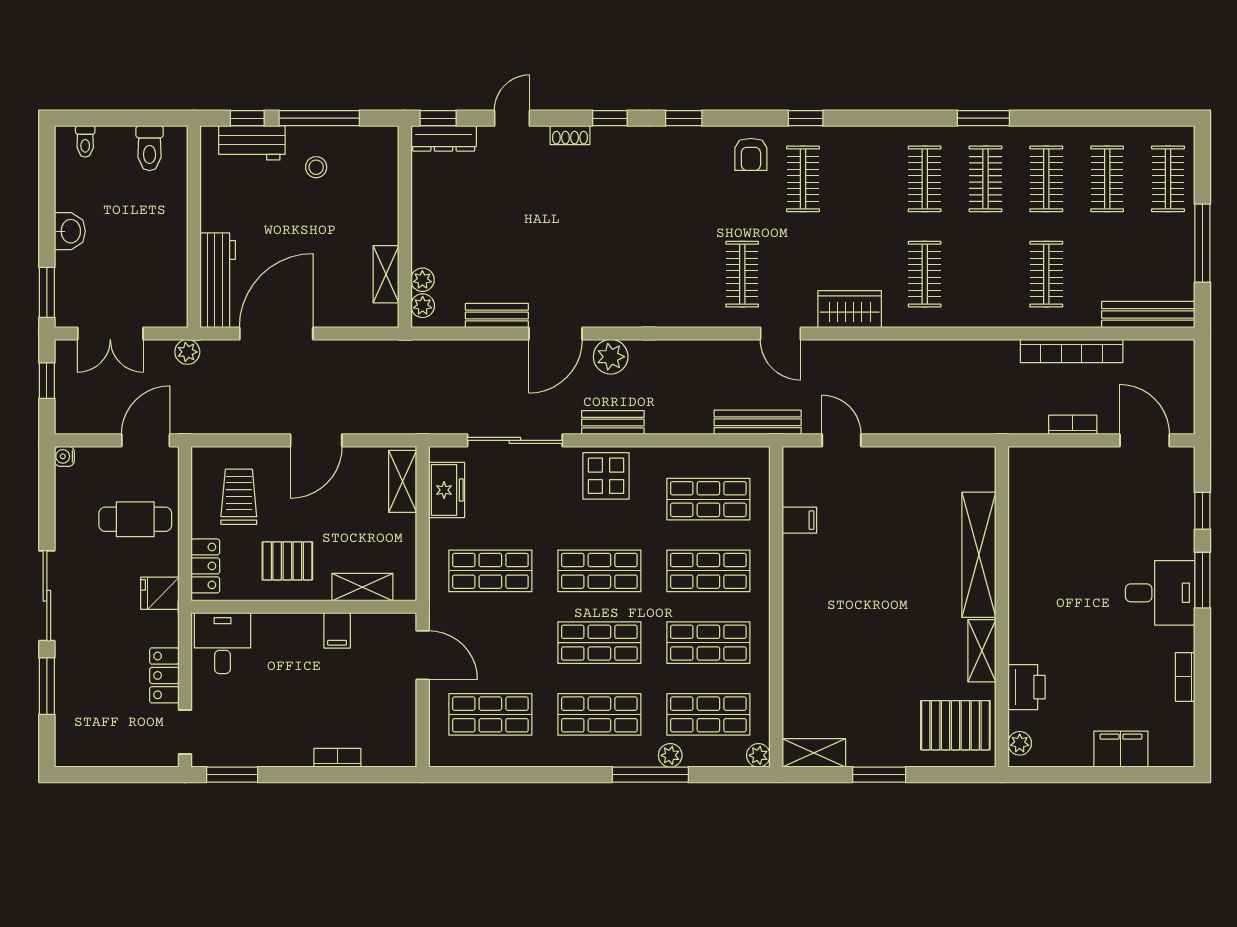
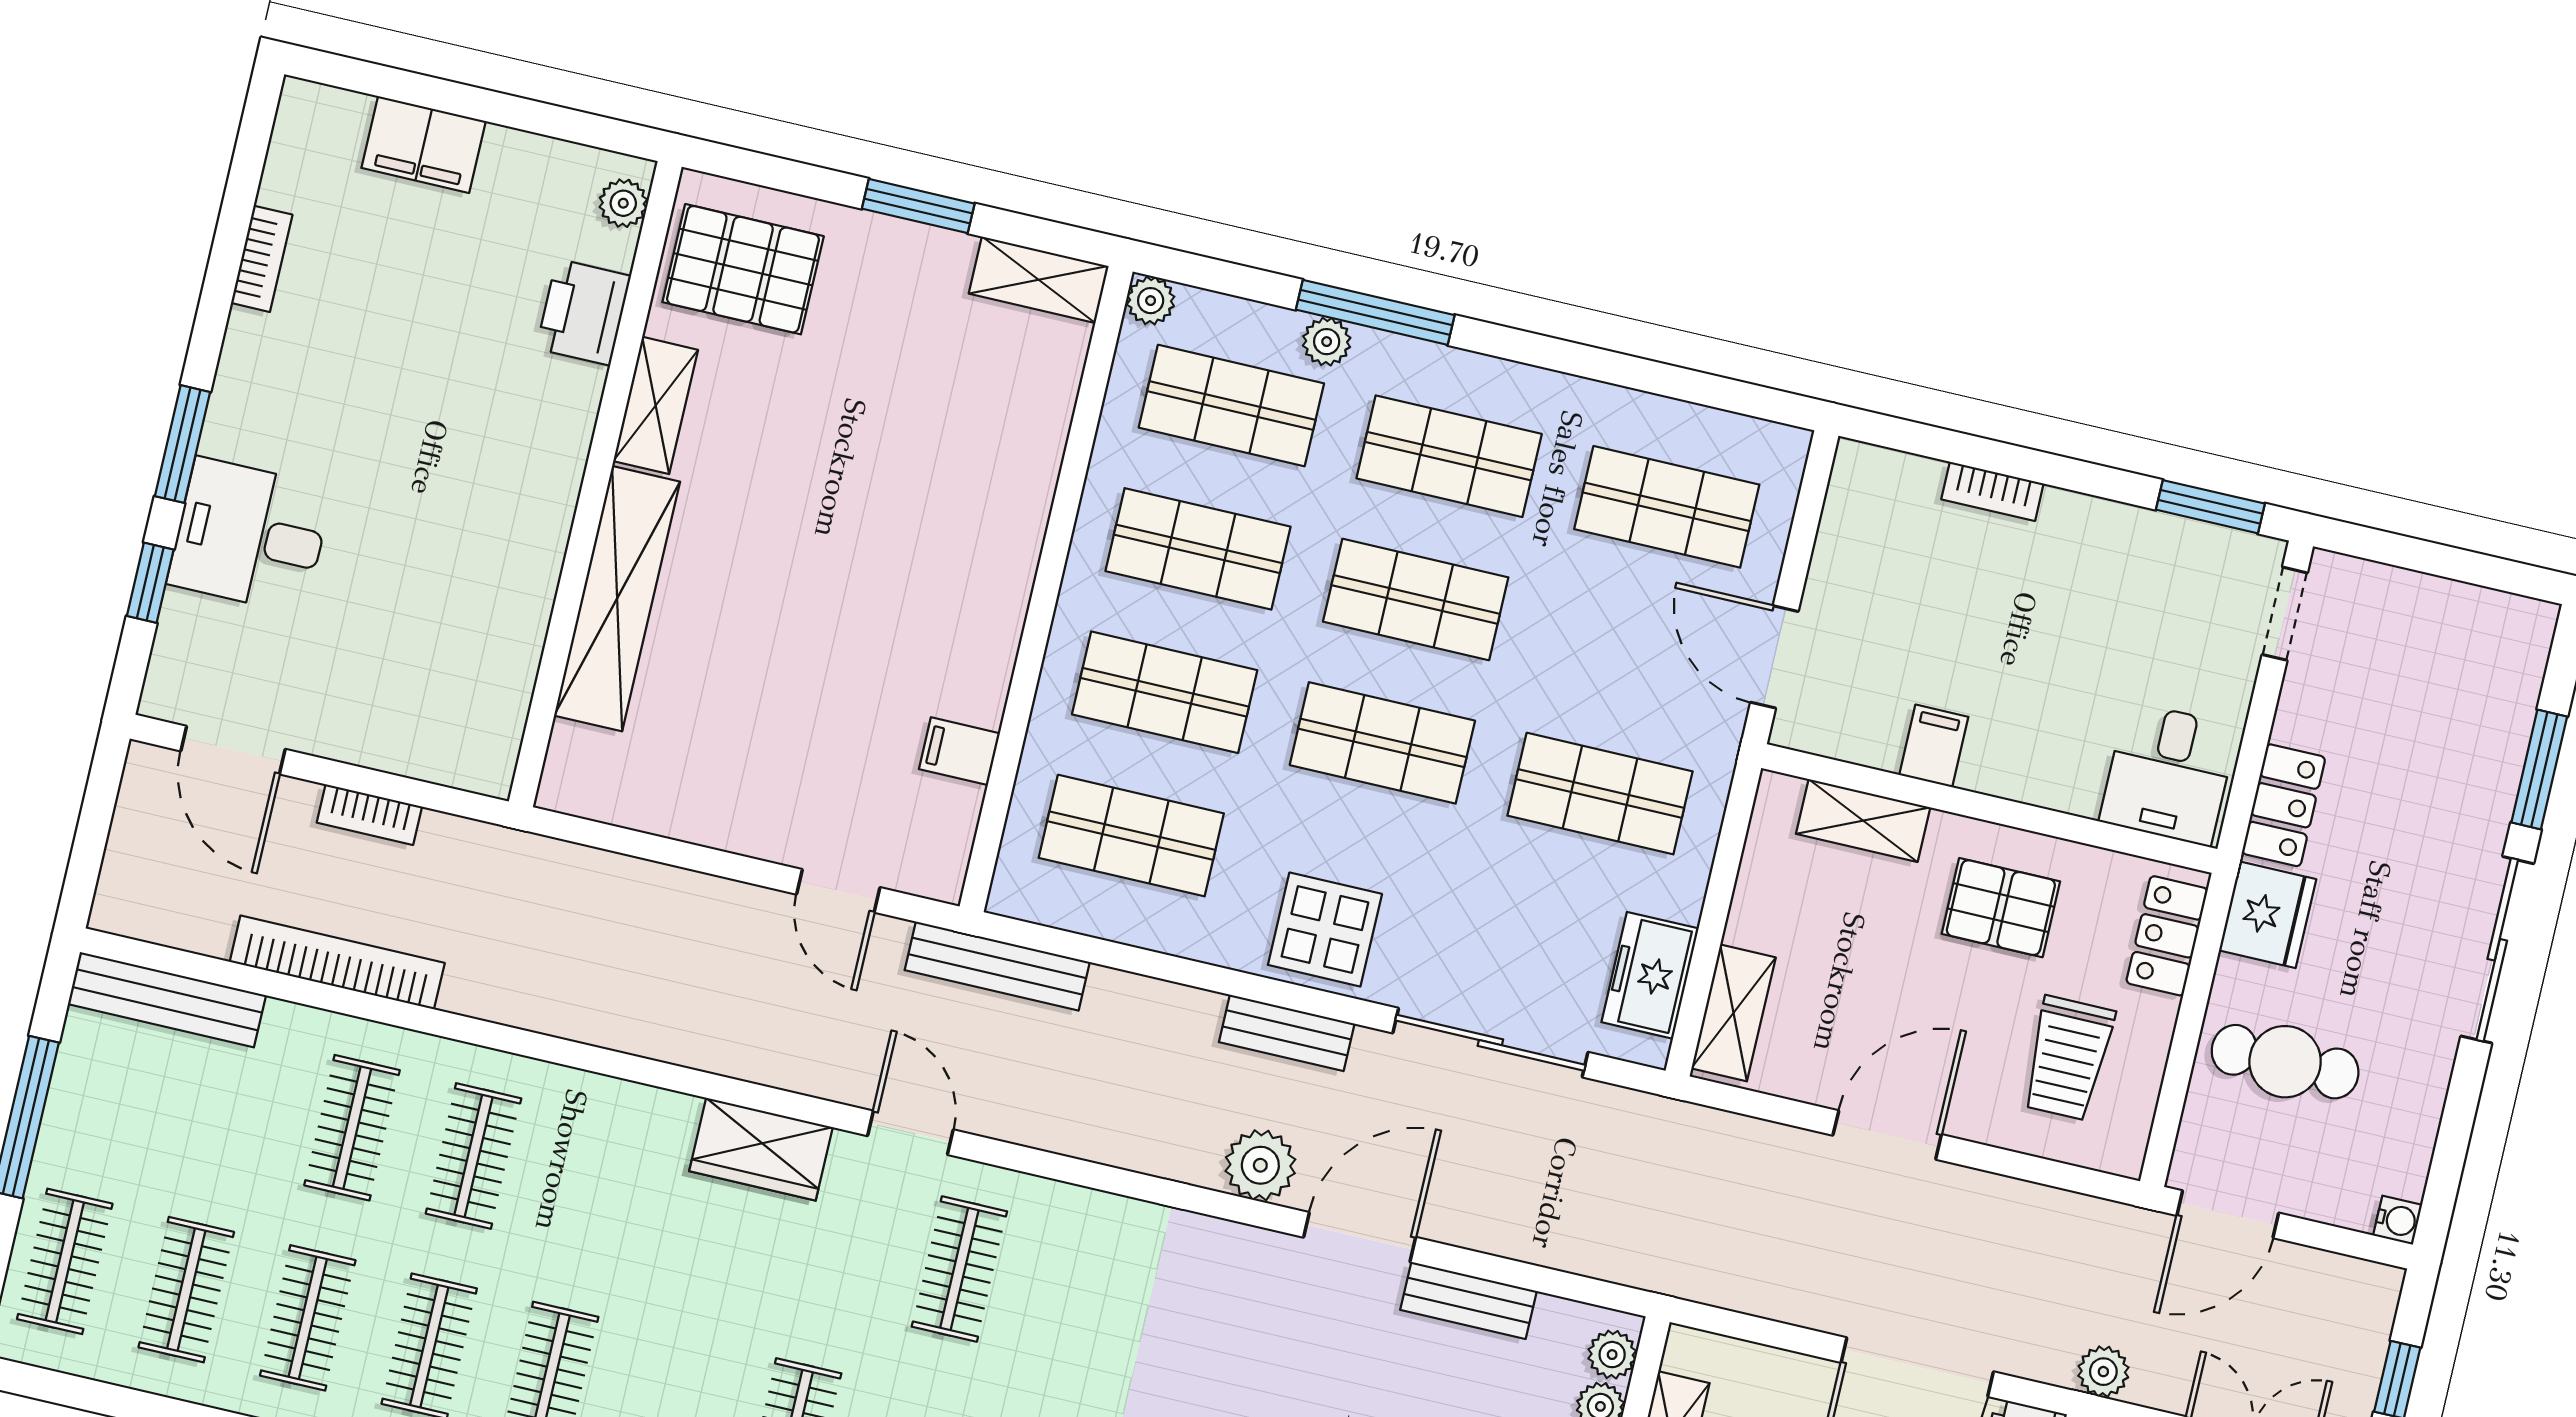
clothes rail: (925, 274) -> (473, 1156), moved
fridge: (160, 593) -> (2268, 915), width x1.38
desk: (1160, 593) -> (250, 536), moved
locker: (164, 675) -> (2284, 805), moved

